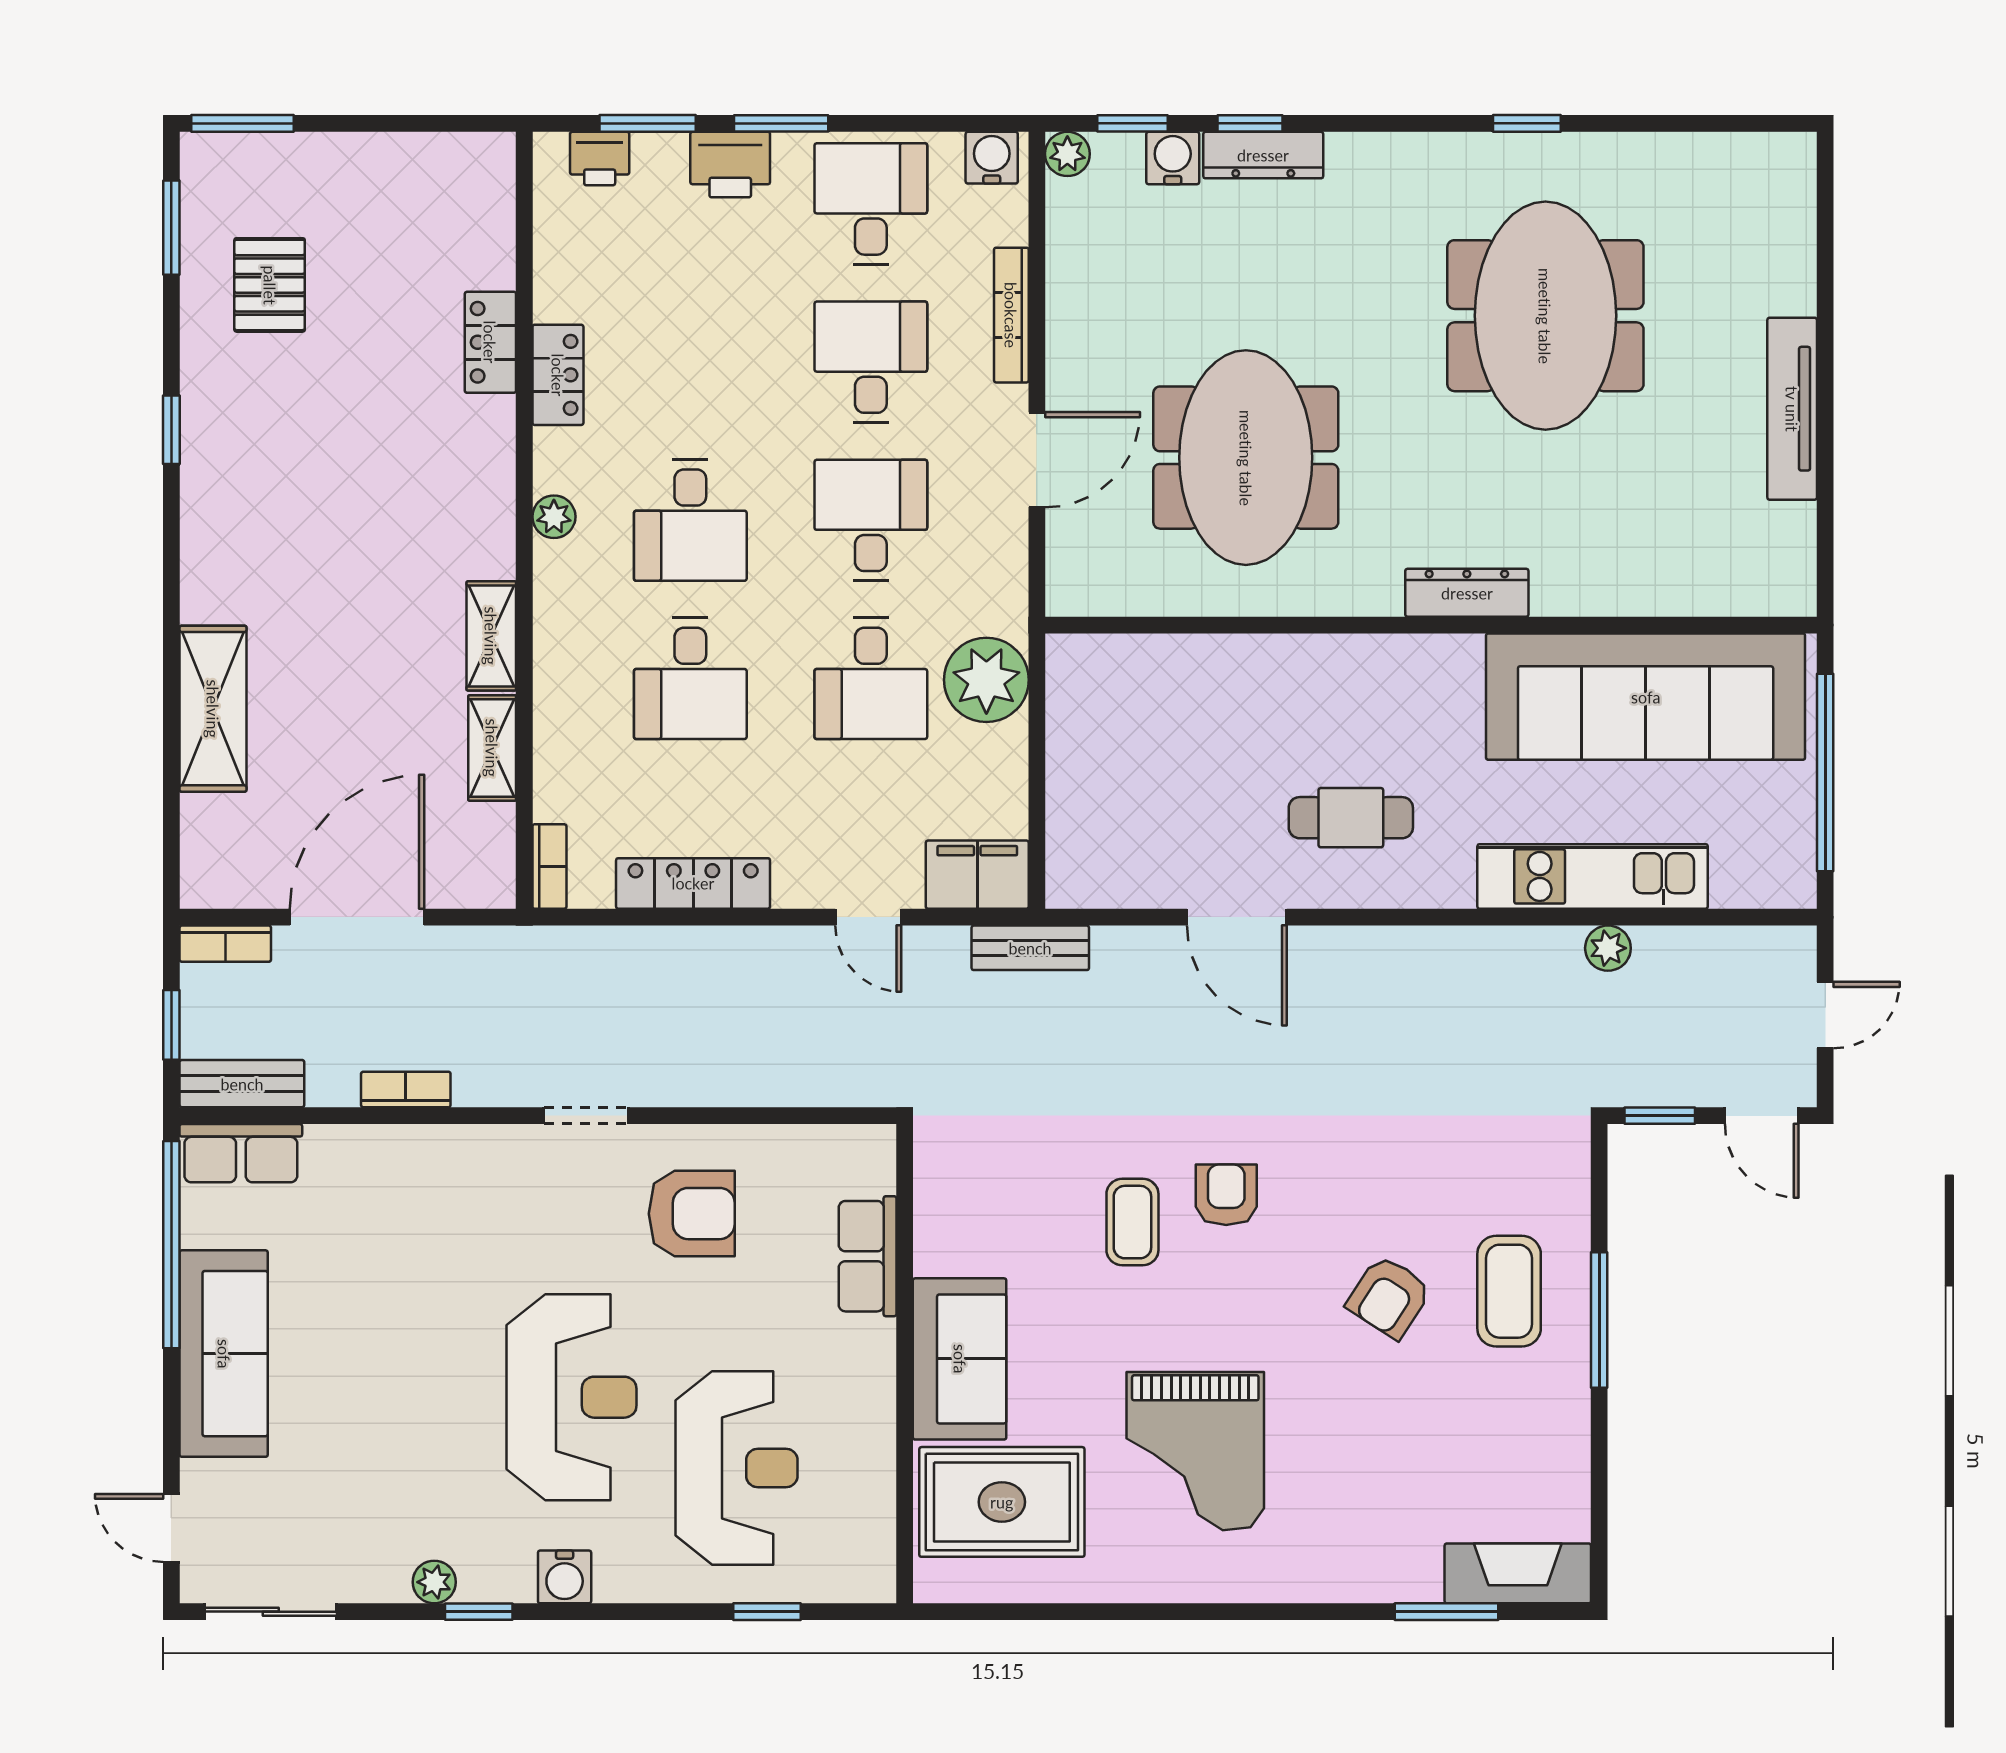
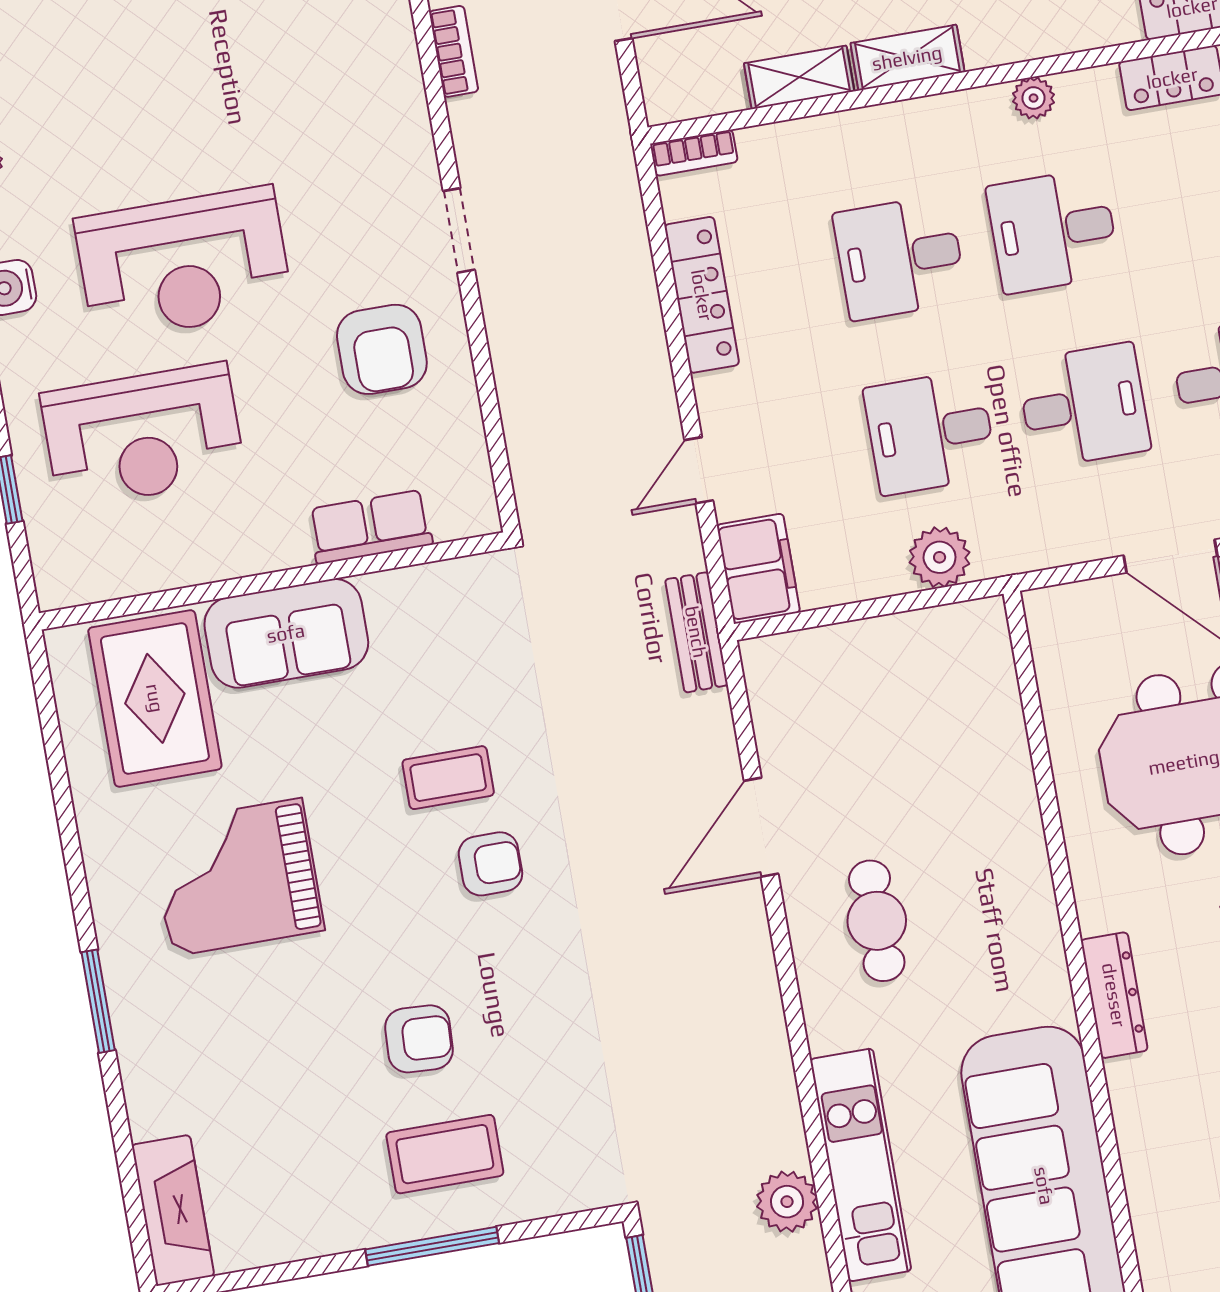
plant: (986, 680) -> (940, 557), width x0.73, depth x0.73
plant: (1608, 948) -> (787, 1202), width x1.38, depth x1.38
armchair: (1389, 1297) -> (419, 1039), turned 150
window: (1446, 1612) -> (98, 1001), moved

